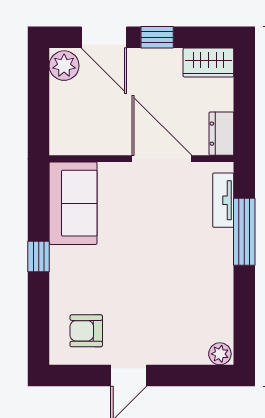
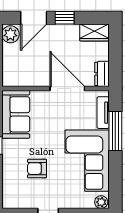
door: (104, 37) -> (34, 18), hinge flipped
corner sofa: (196, 283) -> (87, 161), added
armchair: (86, 331) -> (37, 169), moved

